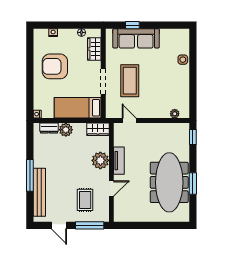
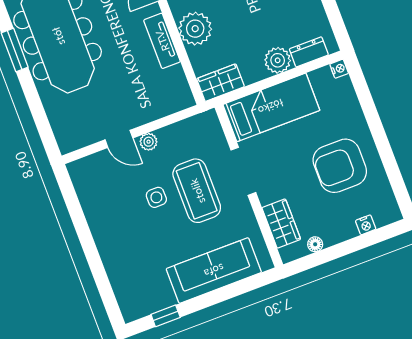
window: (132, 25) -> (166, 316), moved
side table: (183, 60) -> (156, 197), moved
armchair: (55, 66) -> (340, 166), turned 180
plant: (175, 114) -> (149, 142), moved
door: (129, 121) -> (119, 139), moved
window: (193, 137) -> (46, 133), removed

